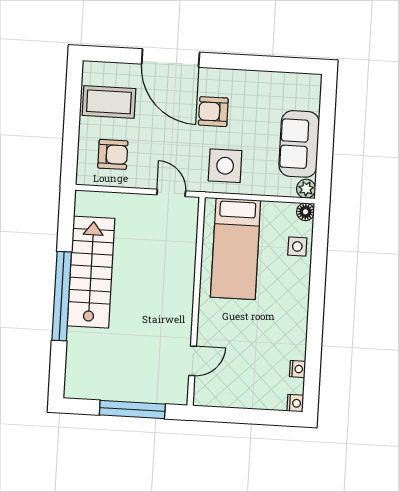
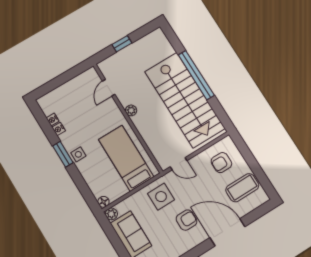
side table: (297, 246) -> (78, 154), moved
stairs: (91, 272) -> (185, 100), width x1.36, depth x1.51
plant: (184, 309) -> (131, 110), added
window: (316, 312) -> (63, 154), added
nightstand: (295, 403) -> (59, 129), moved
window: (132, 410) -> (122, 44), width x0.46

